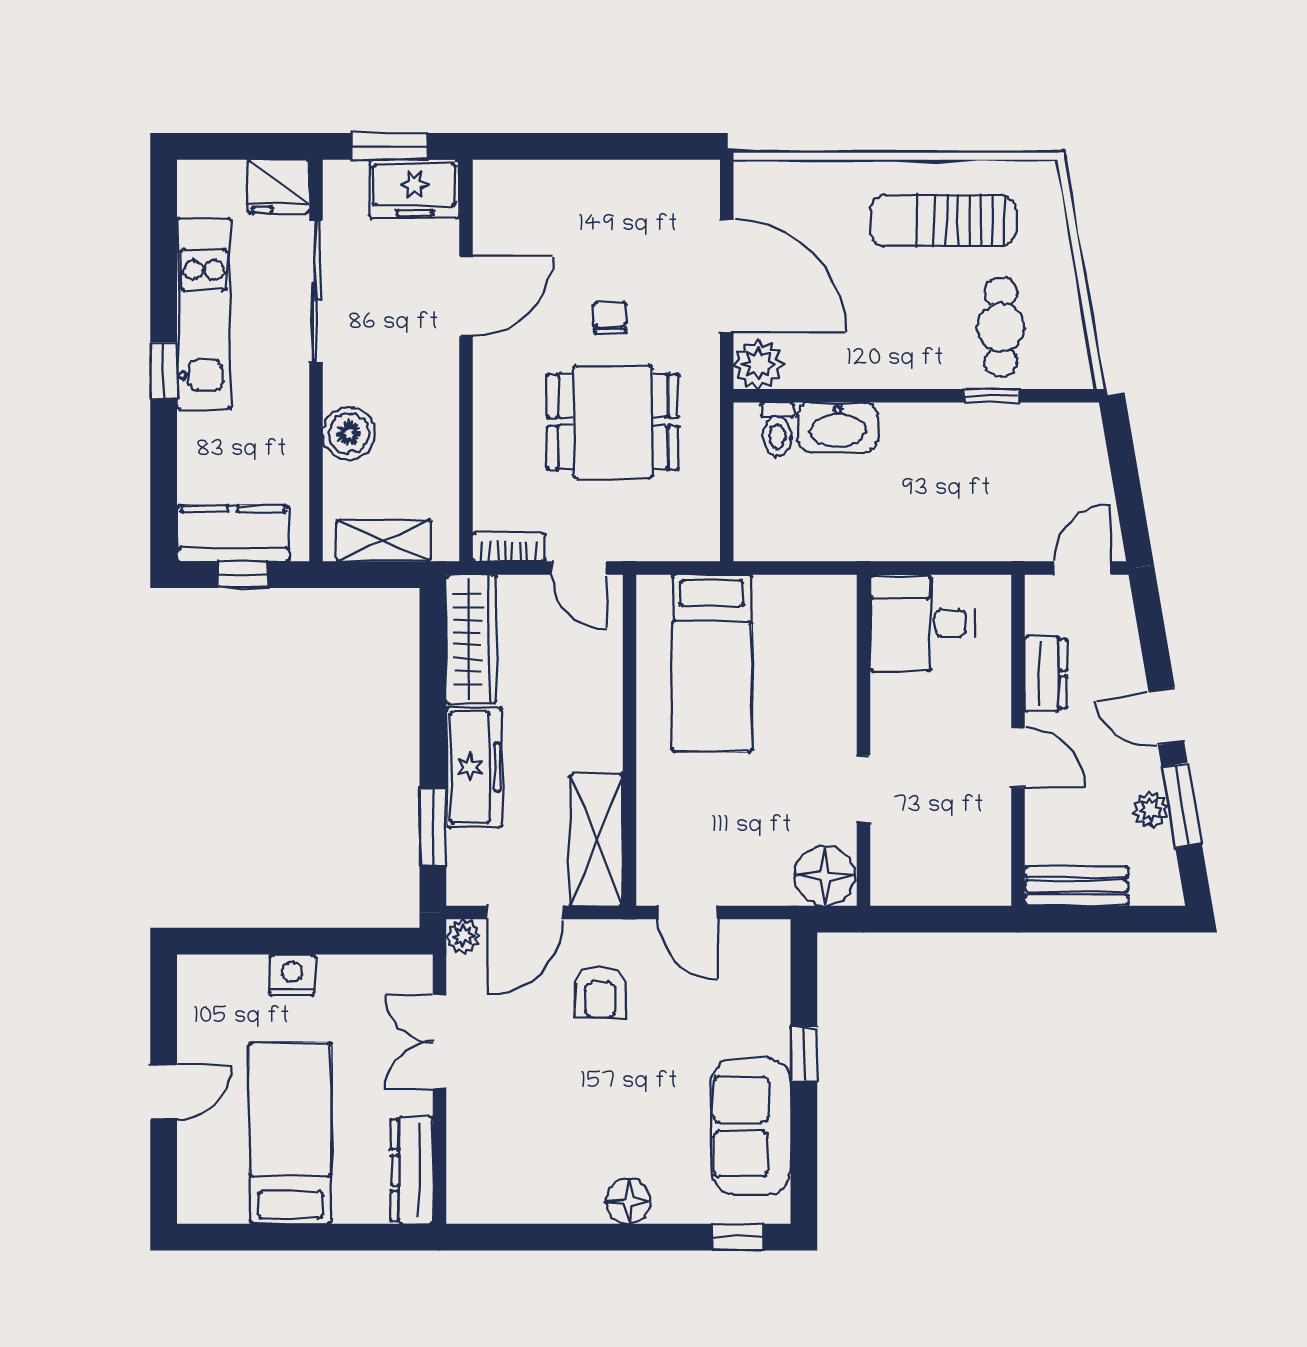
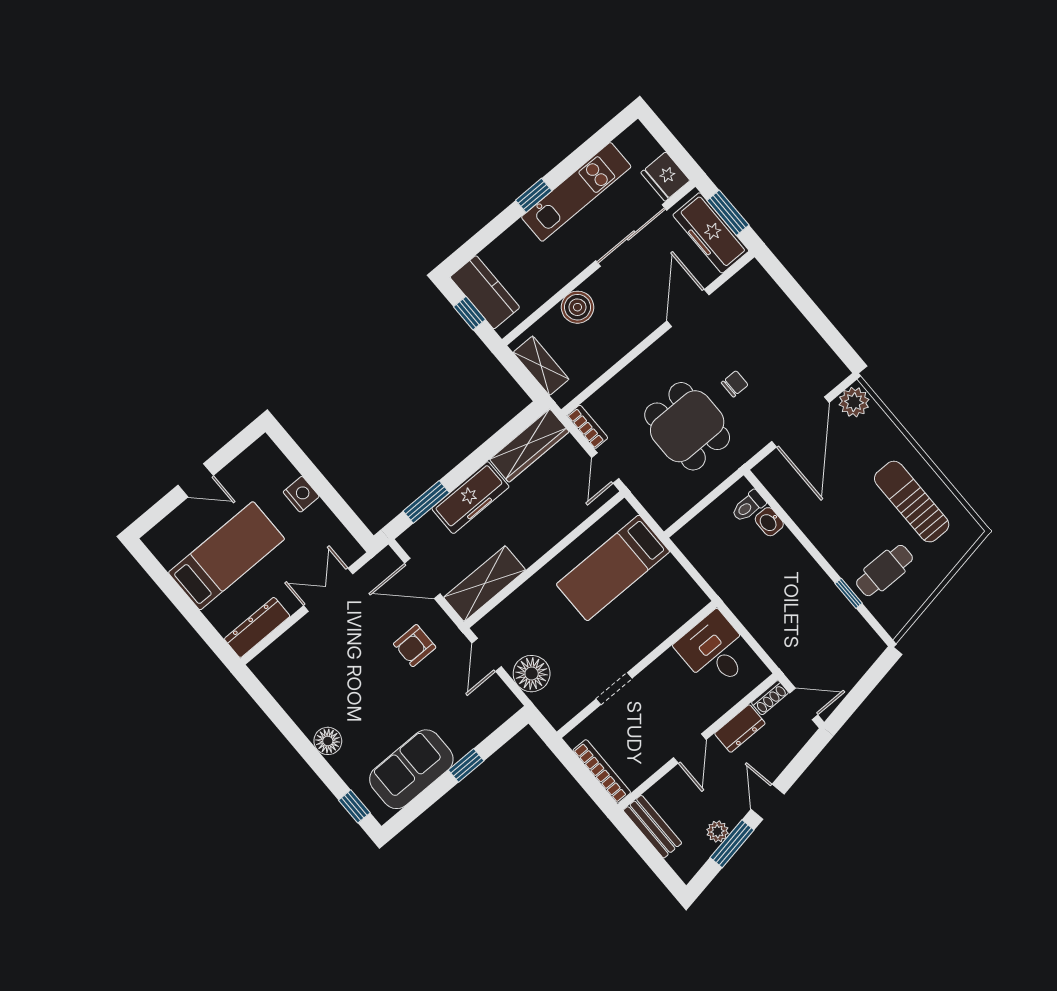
freezer: (414, 189) -> (711, 233), width x1.40
door: (466, 296) -> (688, 308), swing flipped
plant: (758, 364) -> (854, 402), moved
washbasin: (838, 427) -> (769, 522), width x0.52, depth x0.69
shoe rack: (1039, 604) -> (770, 698), added
floor lamp: (825, 876) -> (532, 674), moved
bookcase: (954, 891) -> (602, 771), added
plant: (463, 936) -> (387, 559), removed

